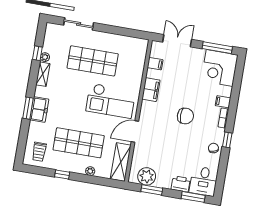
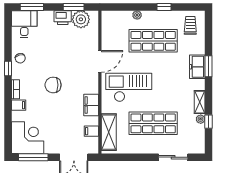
shelving: (121, 162) -> (109, 132), moved
printer: (181, 184) -> (63, 18), moved

